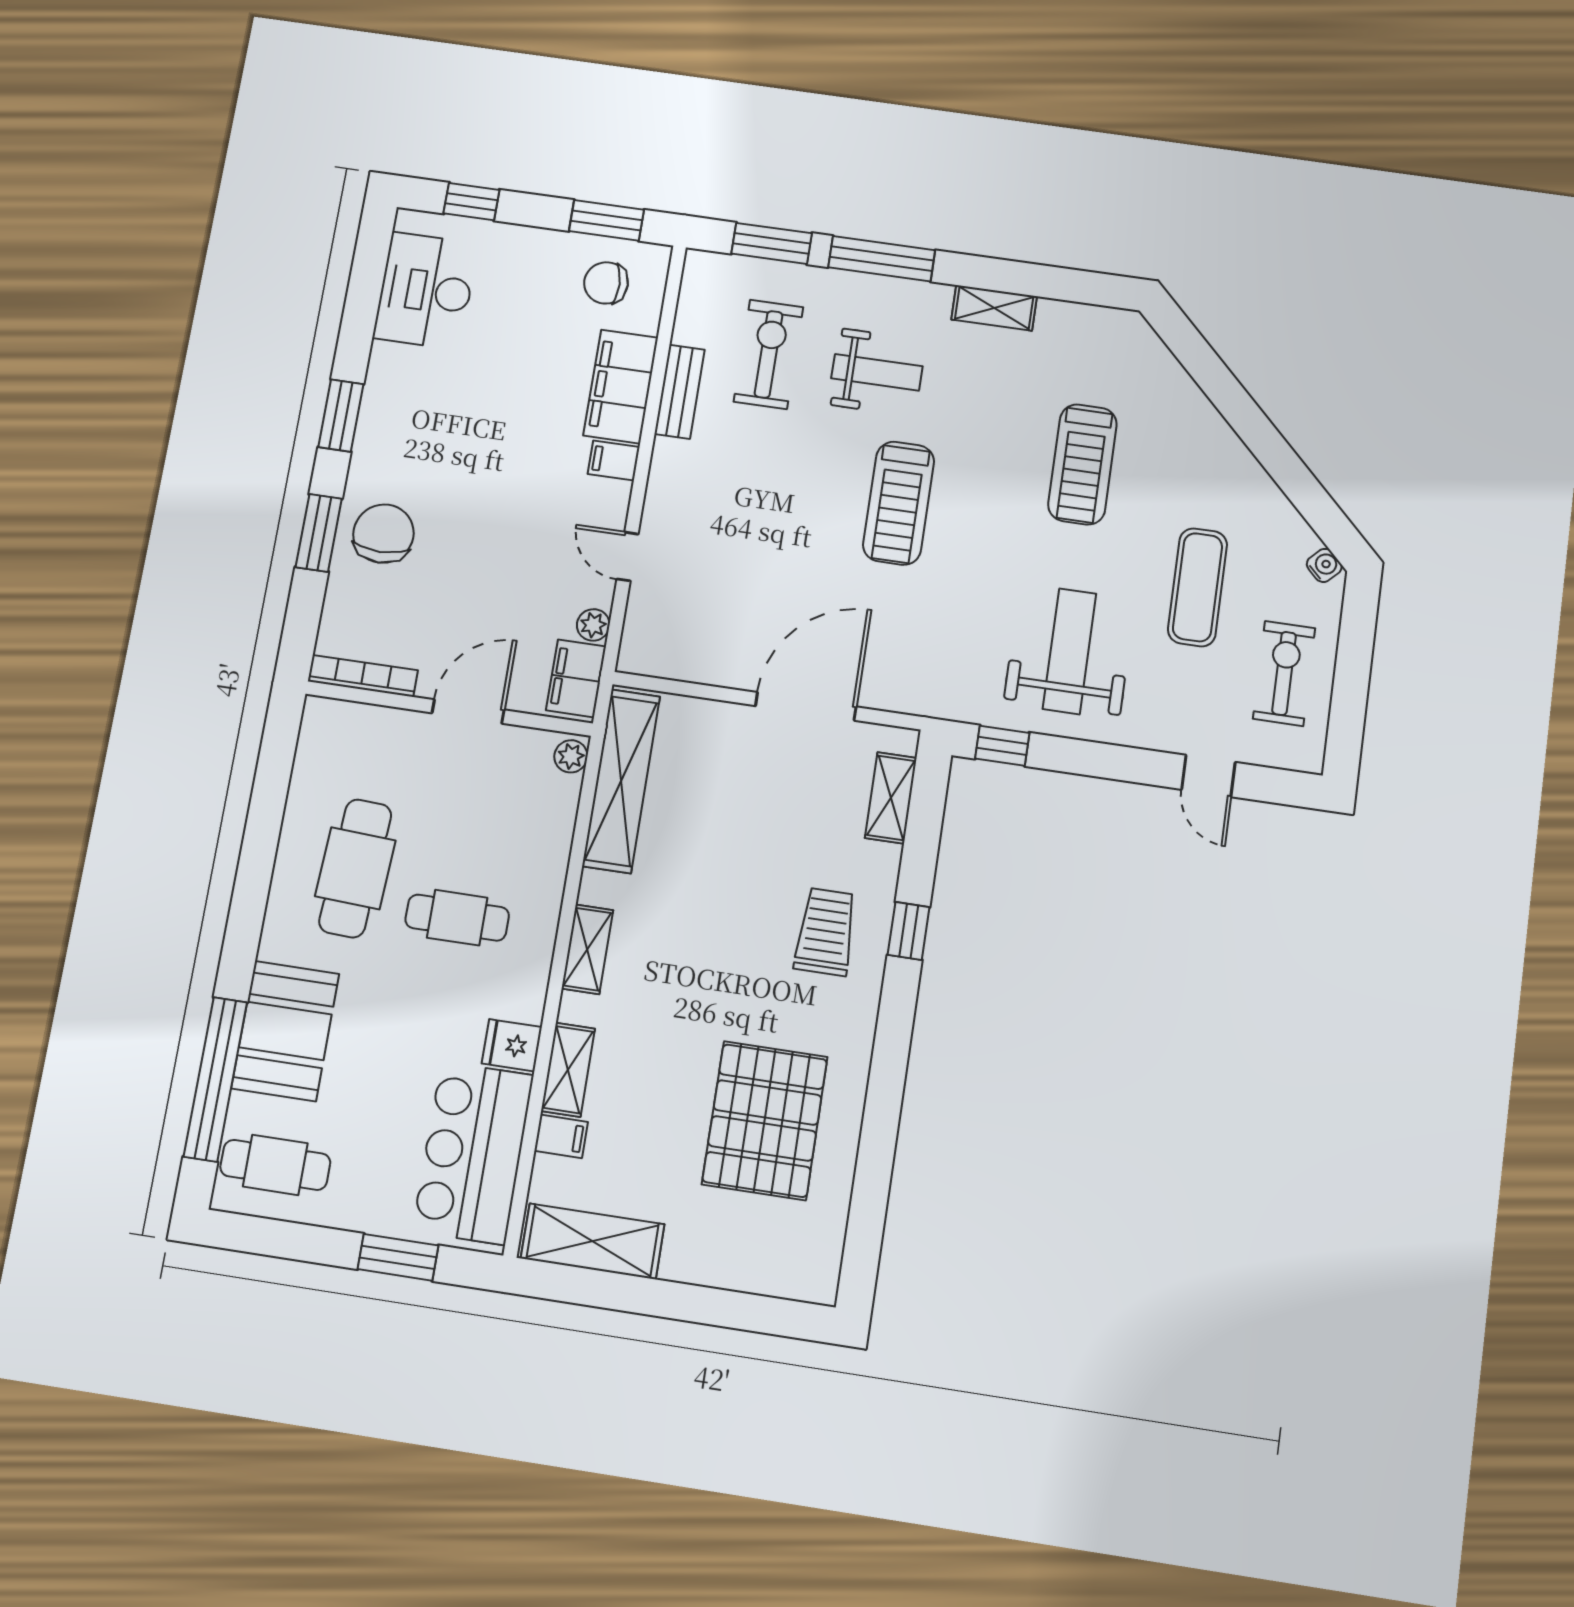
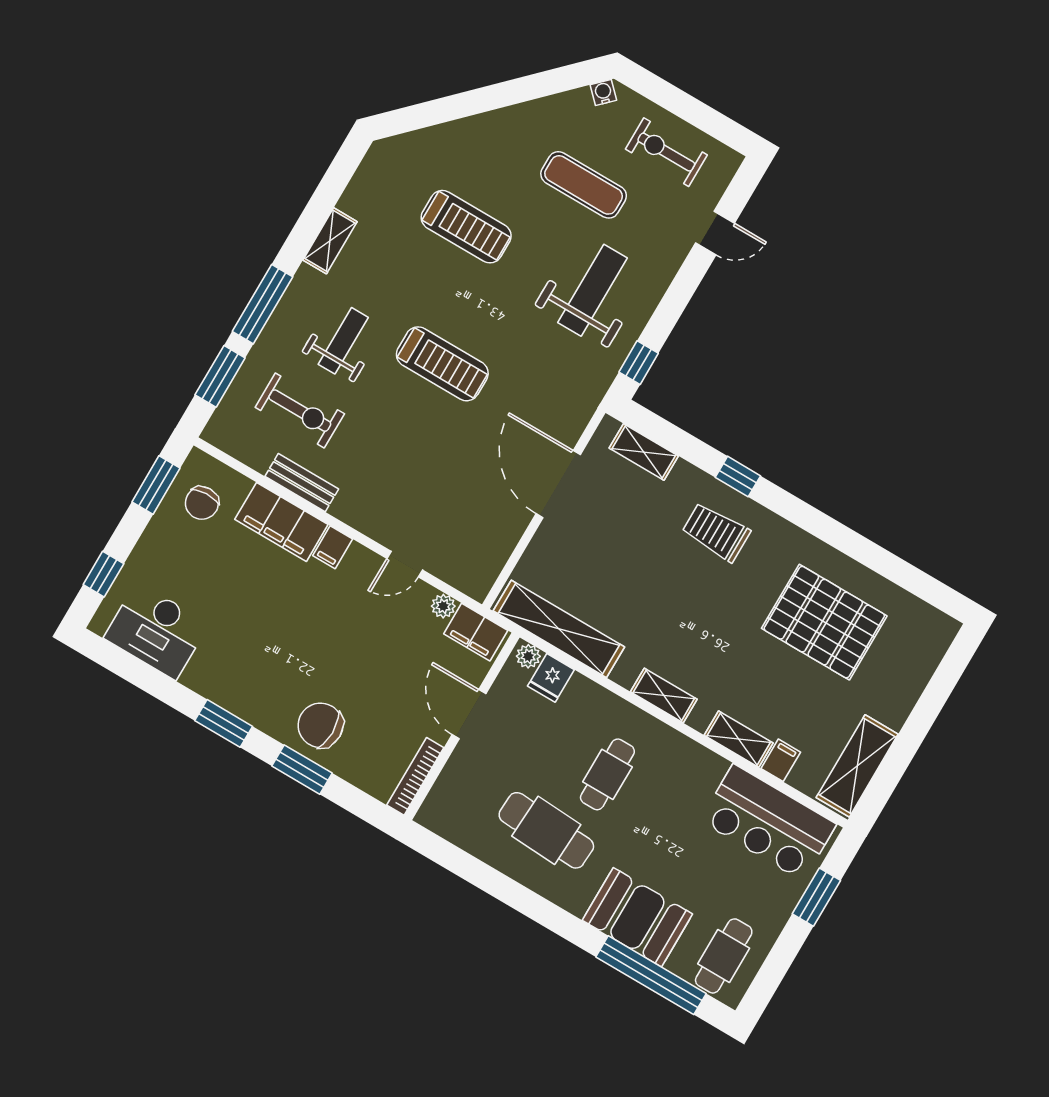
exercise bike: (768, 354) -> (300, 411), turned 180
weight bench: (1070, 651) -> (592, 290), turned 90
fridge: (512, 1045) -> (551, 678), moved

